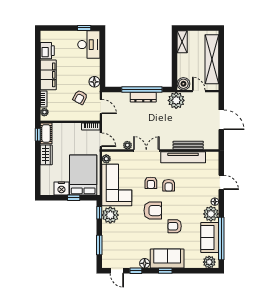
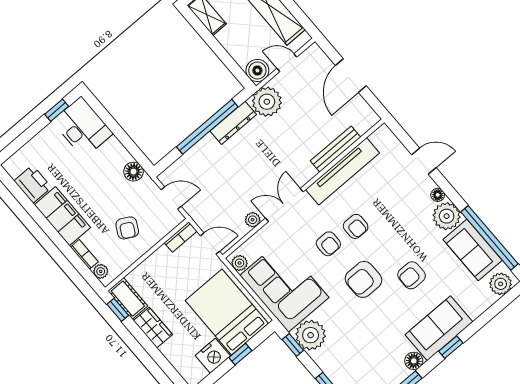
armchair: (80, 97) -> (127, 228), moved
dresser: (143, 97) -> (233, 123), moved
door: (221, 120) -> (351, 76), swing flipped
armchair: (153, 211) -> (363, 279), turned 180

